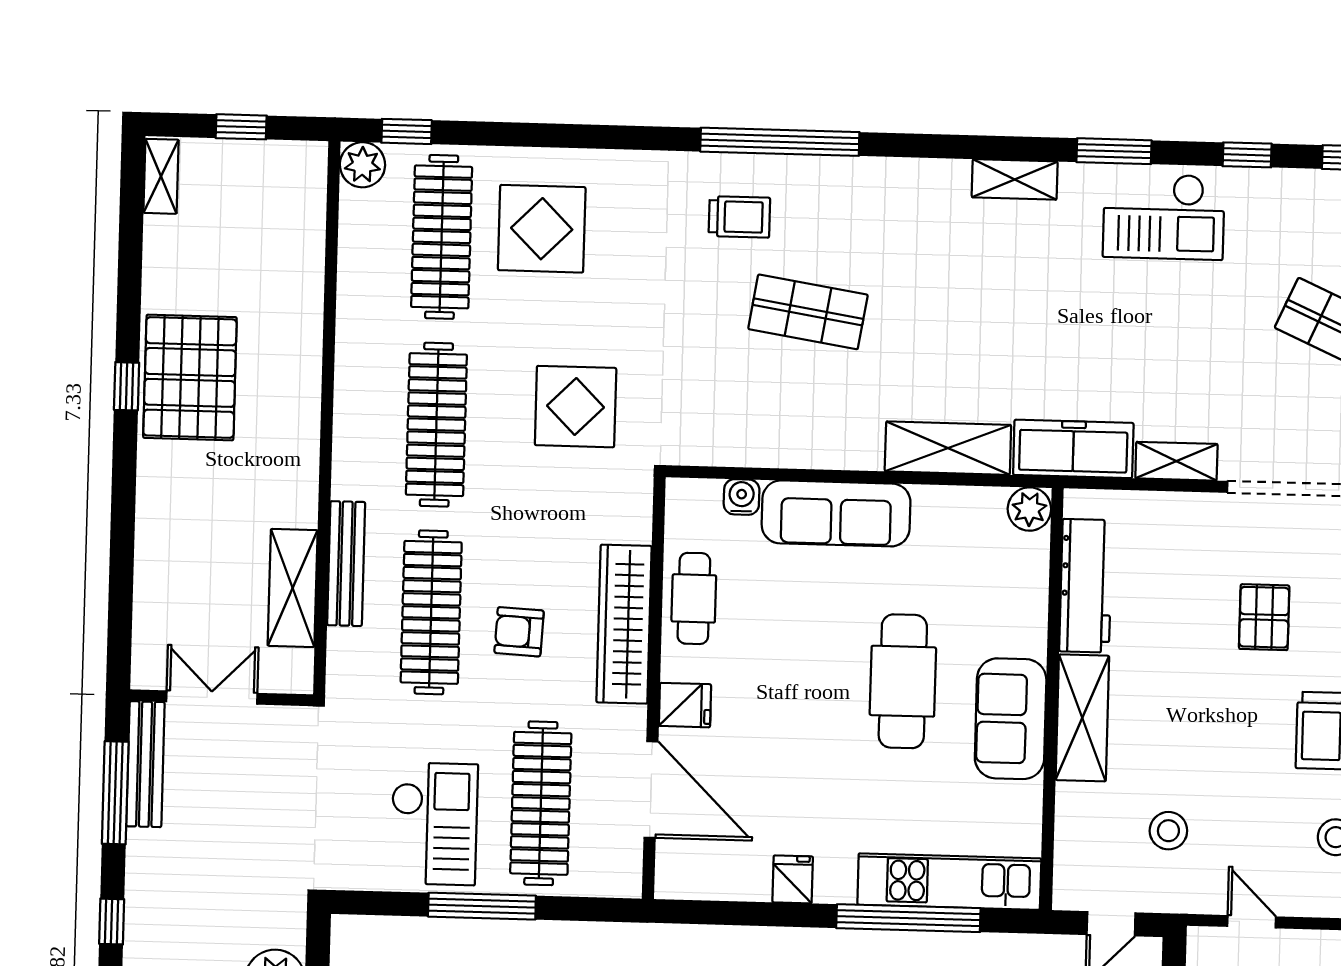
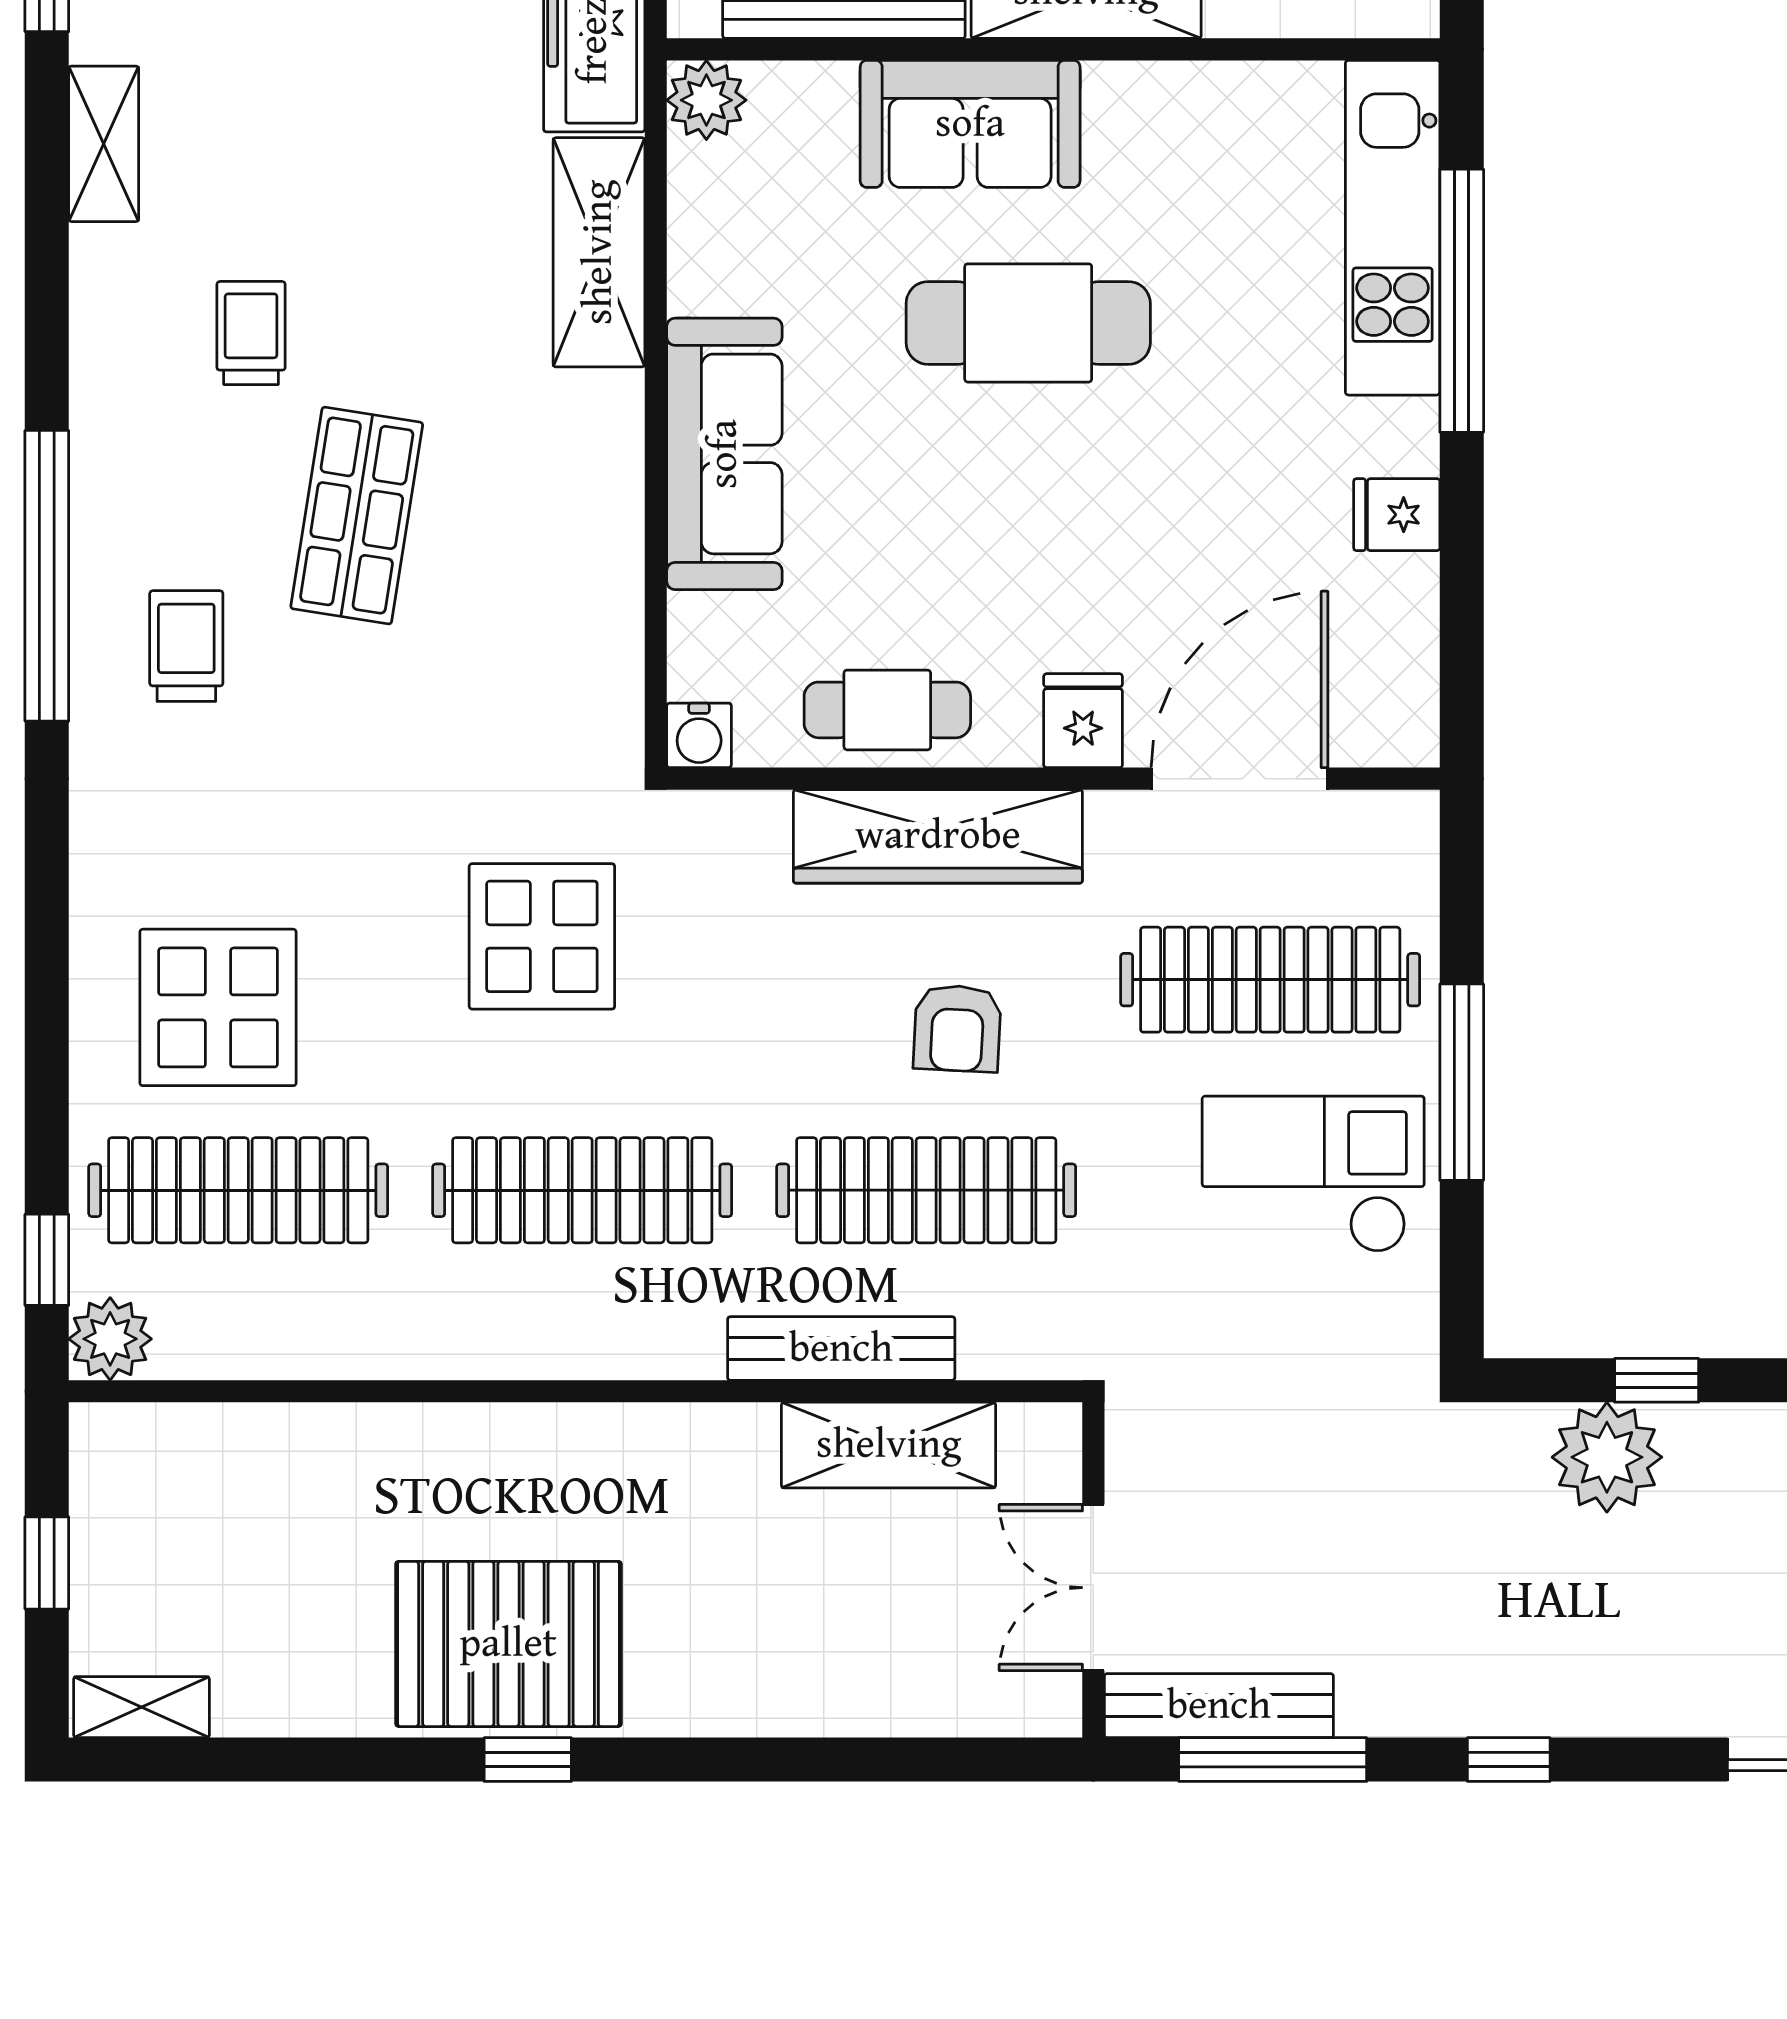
trolley: (909, 257) -> (251, 333), added
water cooler: (742, 497) -> (699, 735), moved, turned -90
sofa: (1011, 719) -> (970, 124), moved

